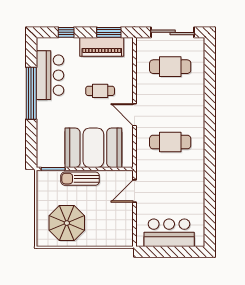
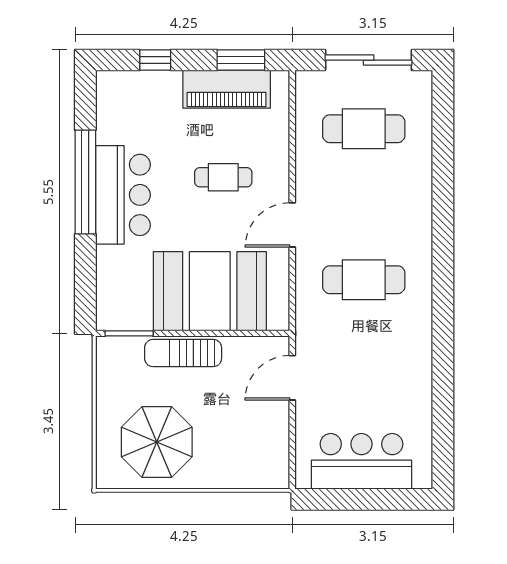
bar counter: (50, 75) -> (123, 195), moved
door: (134, 115) -> (292, 225), hinge flipped

